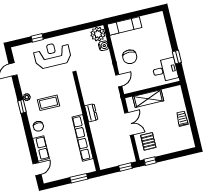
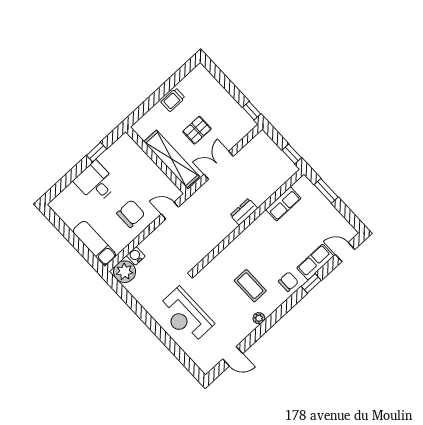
window: (37, 38) -> (174, 348), removed
desk: (165, 70) -> (96, 183), moved
shelving: (148, 99) -> (172, 159), width x1.47
window: (22, 106) -> (311, 283), moved
dresser: (91, 113) -> (244, 212), moved
row of seats: (83, 138) -> (283, 204), width x0.50
pallet: (148, 141) -> (197, 130), moved
window: (125, 167) -> (292, 154), moved

